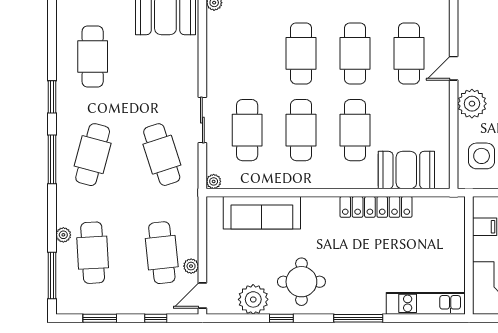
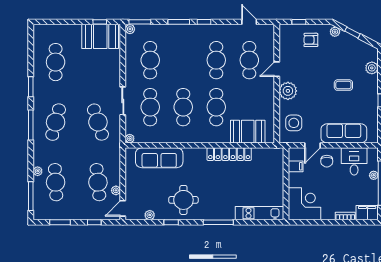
cafe table: (301, 53) -> (150, 60), moved
plant: (253, 299) -> (150, 215), width x0.53, depth x0.53

